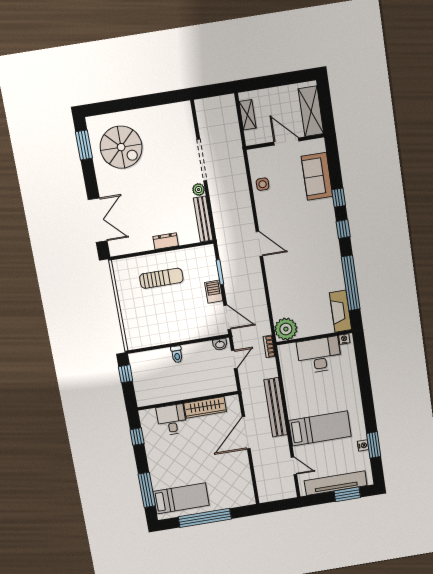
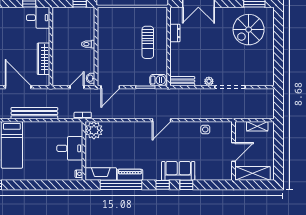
sofa: (317, 176) -> (178, 171), moved
bench: (203, 219) -> (182, 81), width x0.73
dresser: (166, 241) -> (175, 33), moved
piano: (336, 274) -> (130, 175), added
barbecue: (214, 292) -> (158, 80), moved
desk: (319, 355) -> (70, 148), width x0.73
door: (234, 359) -> (77, 87), swing flipped
desk: (172, 420) -> (38, 18), moved

